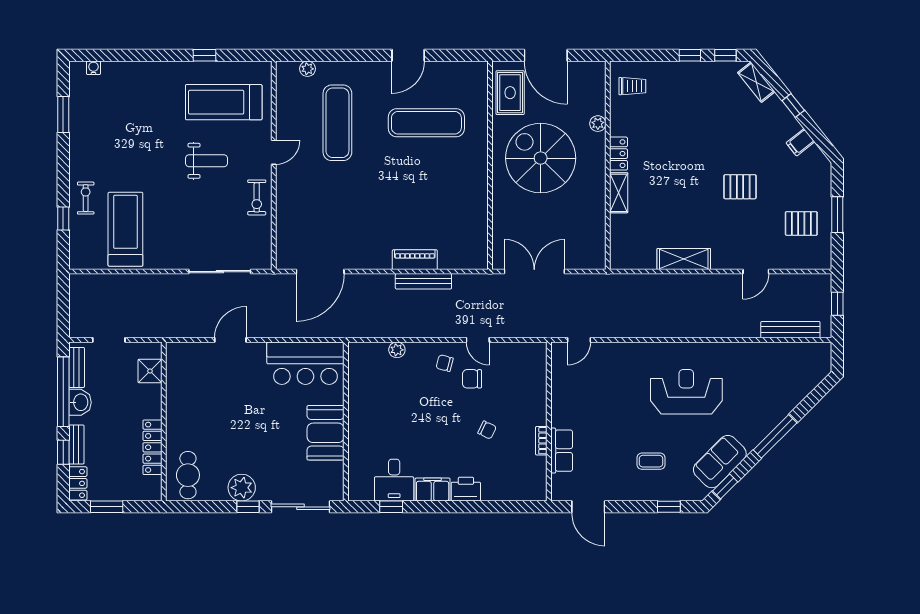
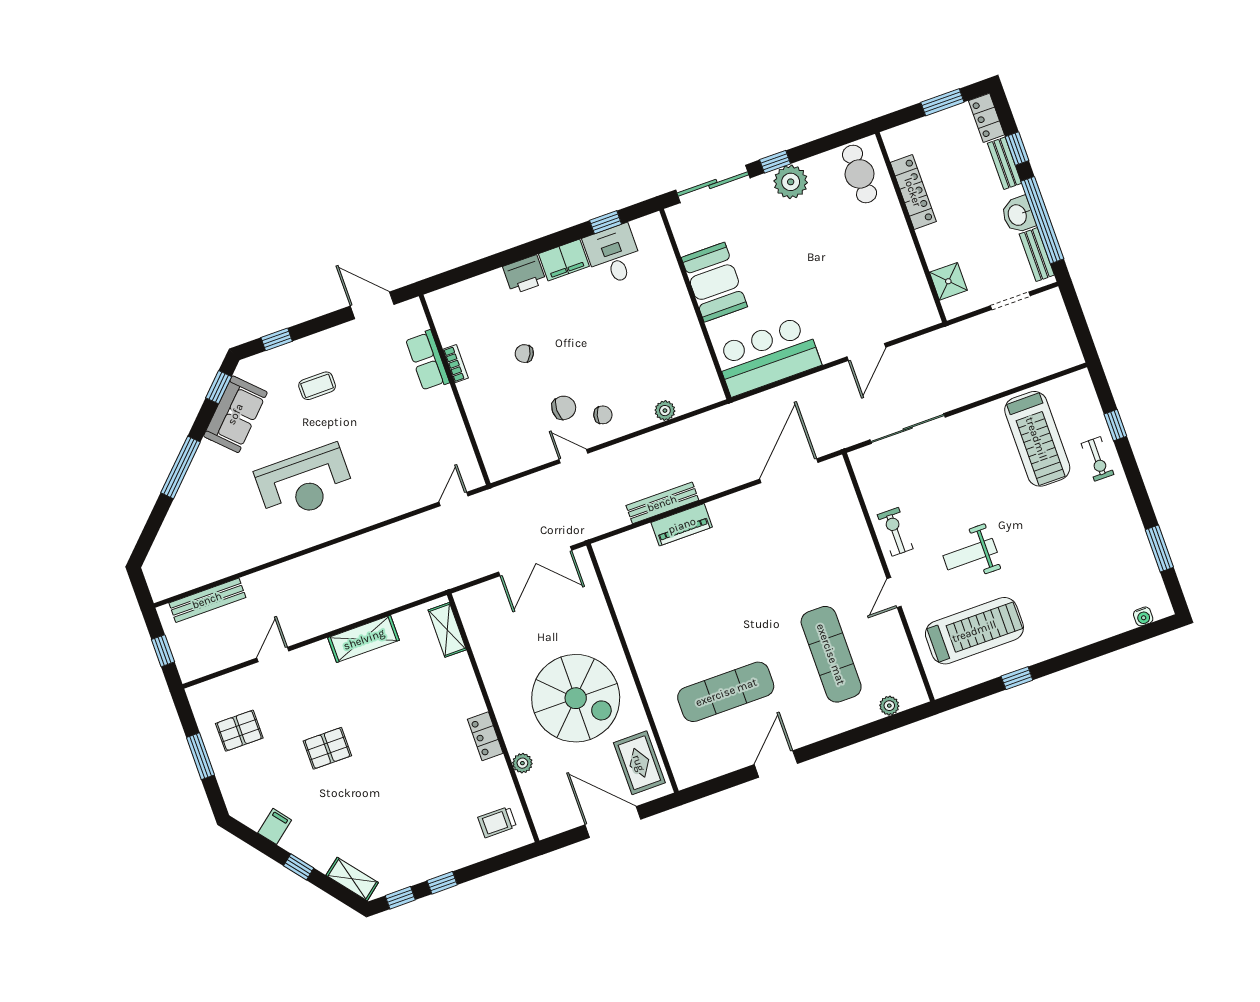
shelving: (619, 193) -> (447, 630), moved

